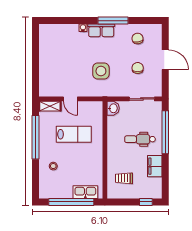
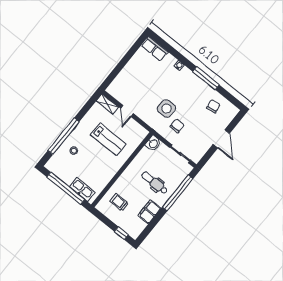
row of seats: (101, 30) -> (155, 49), moved
chair: (138, 68) -> (177, 126), moved
window: (35, 137) -> (64, 136), moved

